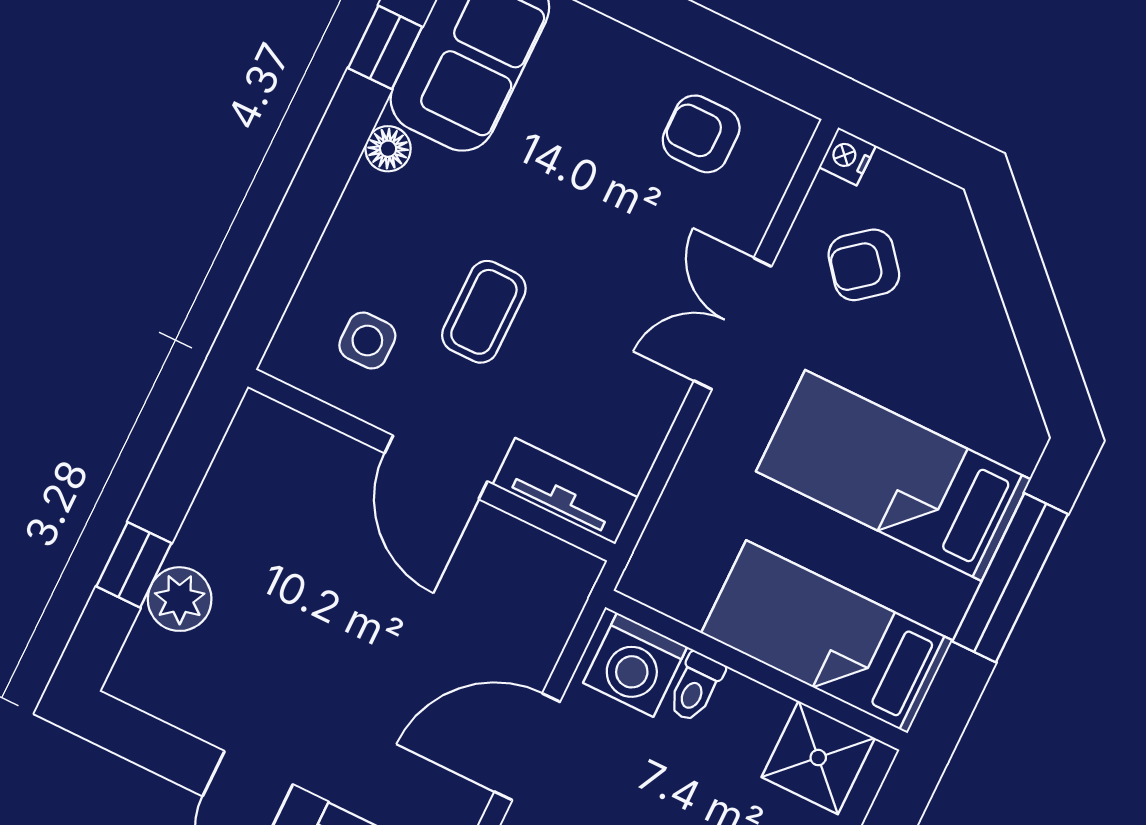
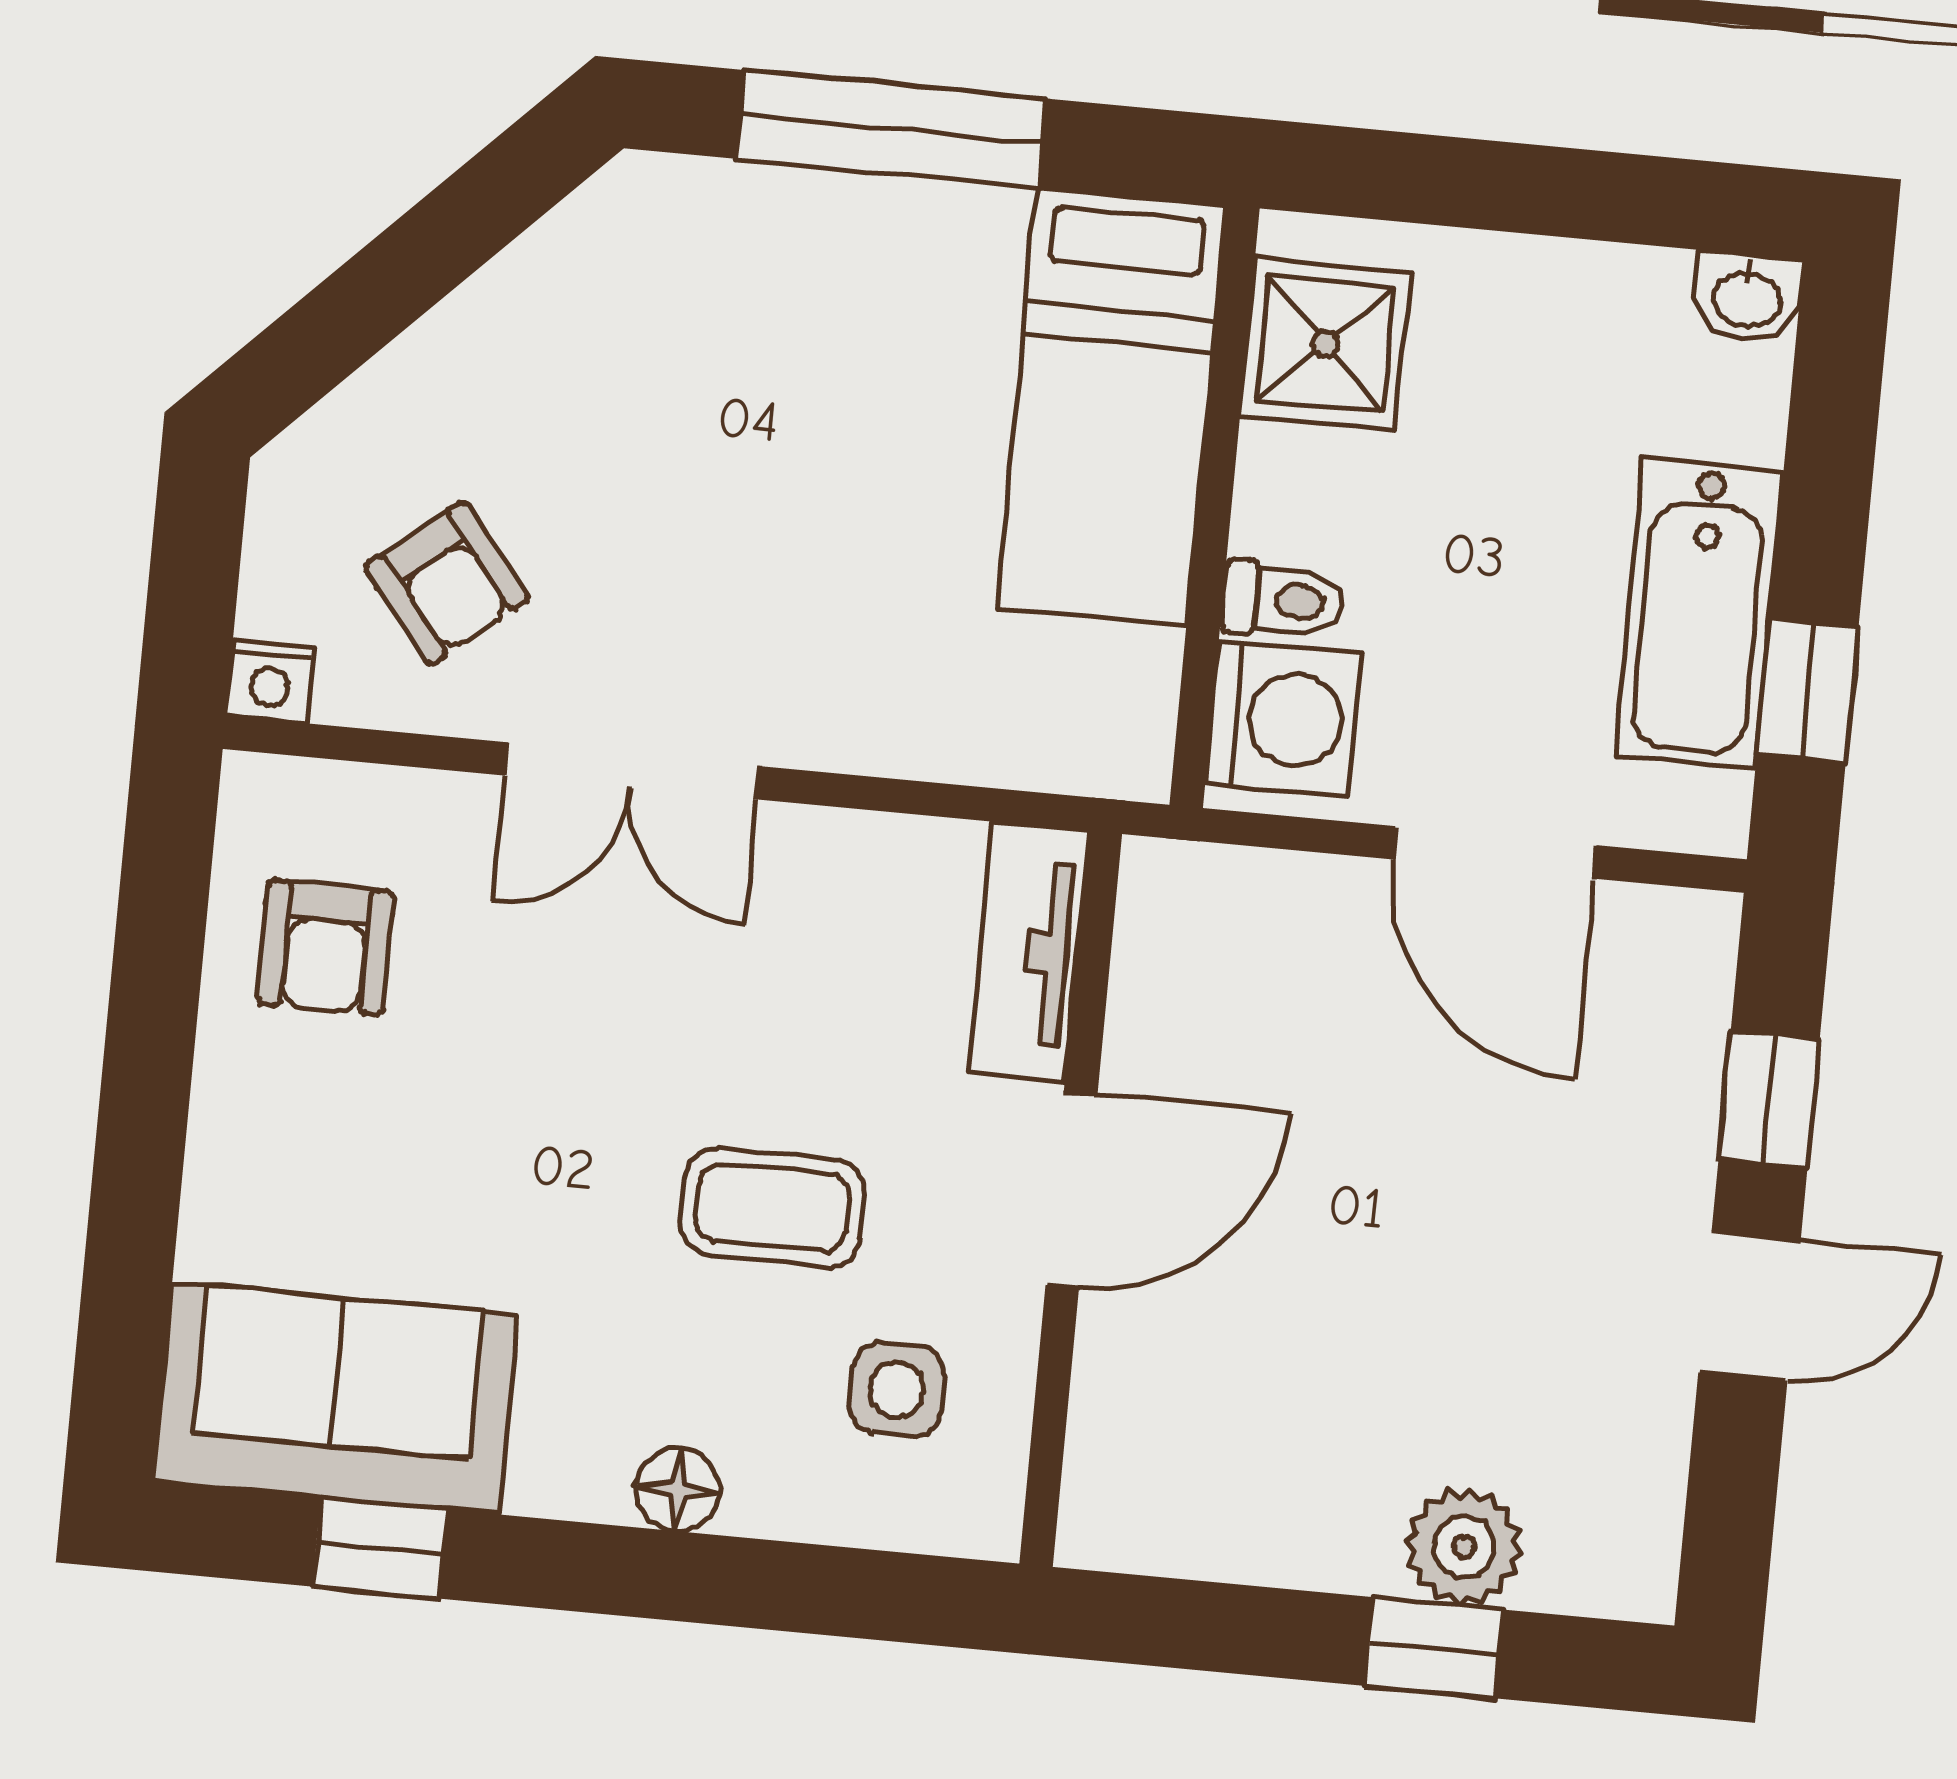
floor lamp: (388, 149) -> (678, 1490), moved
bed: (893, 475) -> (791, 396), removed

